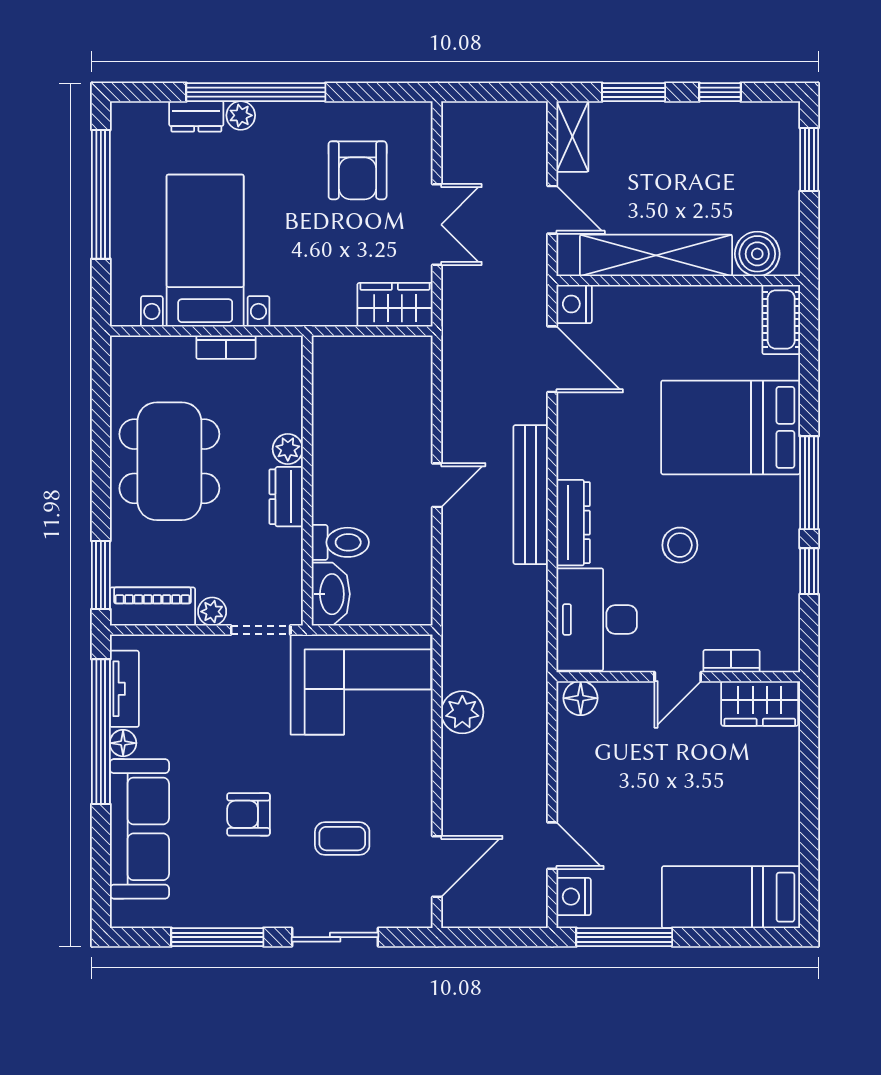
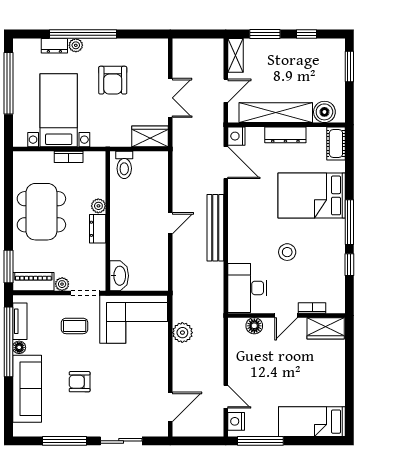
armchair: (358, 170) -> (113, 80), moved
door: (552, 210) -> (226, 91), hinge flipped
dresser: (573, 523) -> (285, 135), moved, turned 90
toilet: (340, 542) -> (124, 165), moved, turned 90
floor lamp: (581, 698) -> (254, 326), moved
coffee table: (342, 839) -> (75, 326), moved

